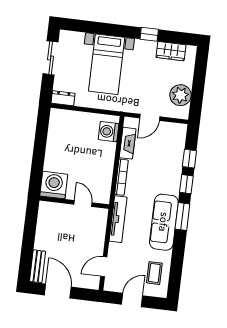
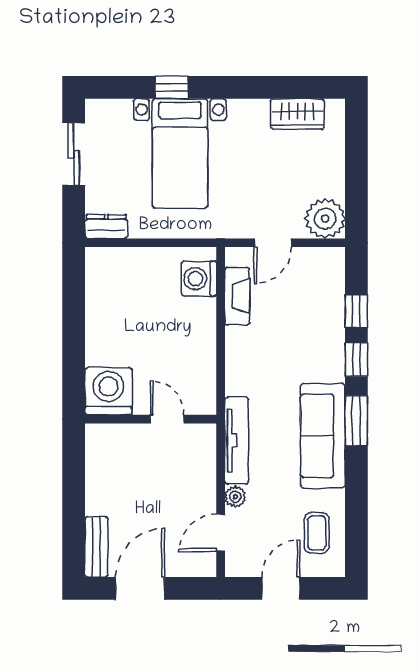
window: (149, 34) -> (171, 87), moved
plant: (180, 95) -> (325, 219), moved
bookcase: (121, 177) -> (233, 361), removed
plant: (114, 249) -> (235, 497), added
door: (58, 291) -> (140, 588), hinge flipped

